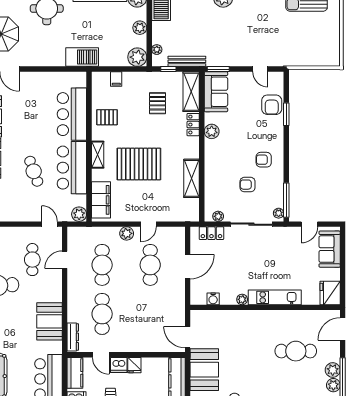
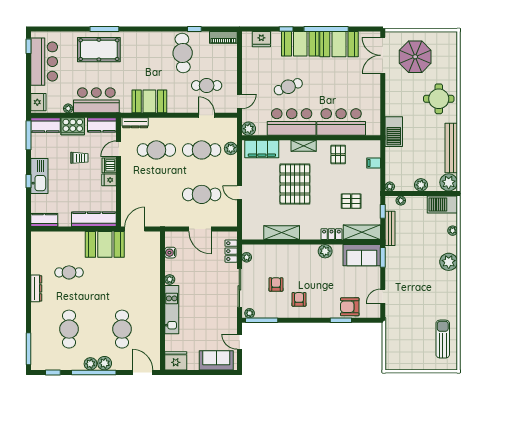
plant: (137, 57) -> (390, 187), width x0.53, depth x0.53
plant: (127, 233) -> (231, 148), moved

